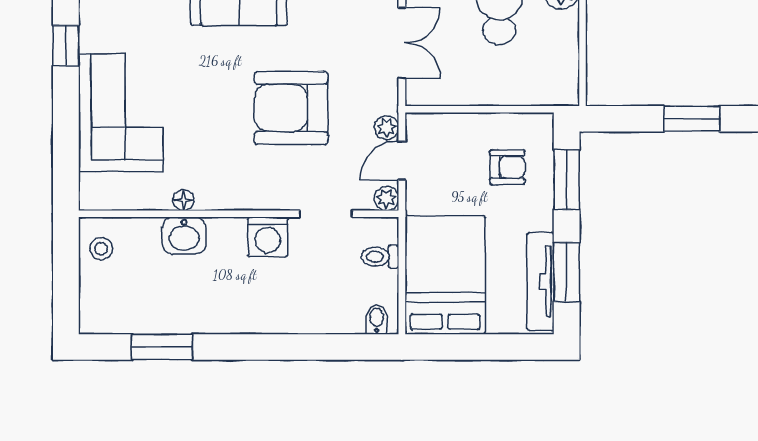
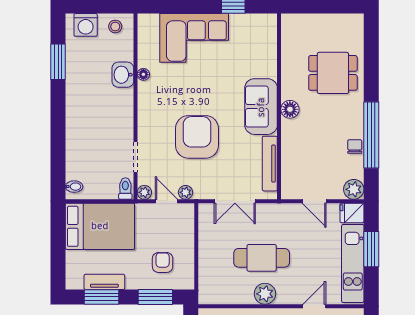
armchair: (507, 167) -> (163, 262), turned 180
washing machine: (268, 237) -> (86, 25), moved, turned -90
toilet: (380, 257) -> (125, 189), moved
tv unit: (541, 282) -> (104, 282), width x0.71

